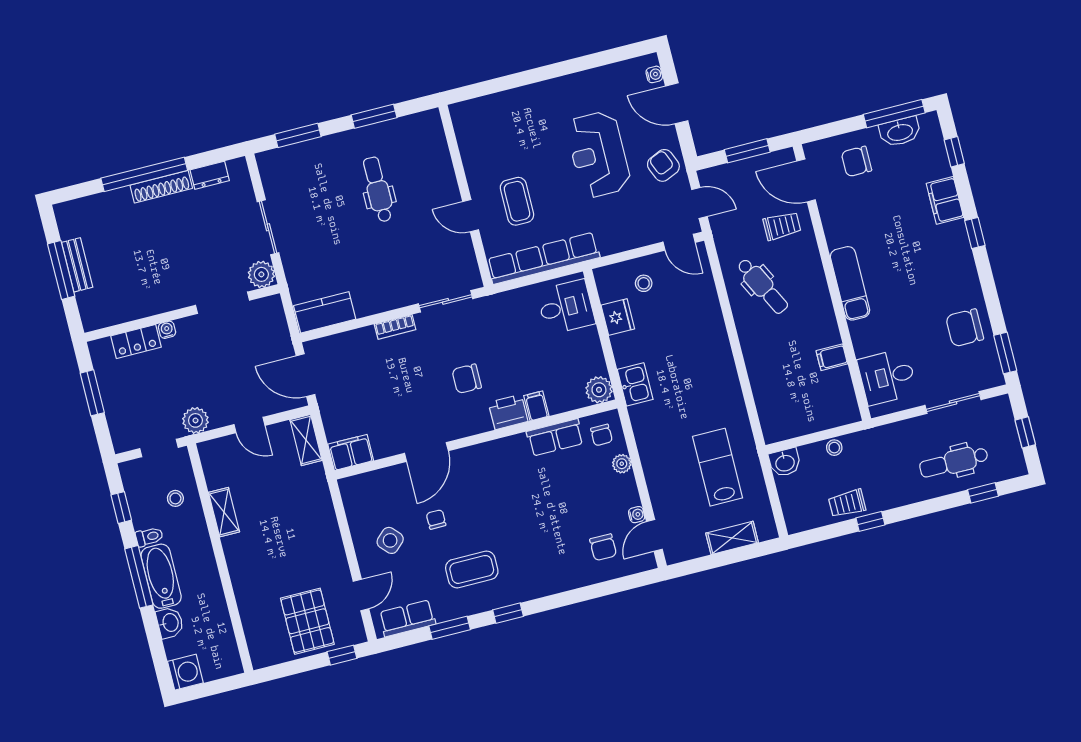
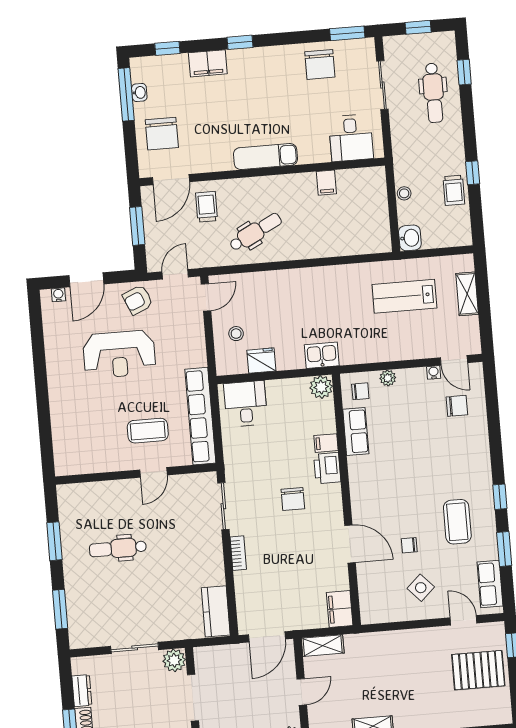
washbasin: (900, 132) -> (139, 92), width x0.52, depth x0.69
chair: (856, 161) -> (162, 134), width x1.37, depth x1.37

